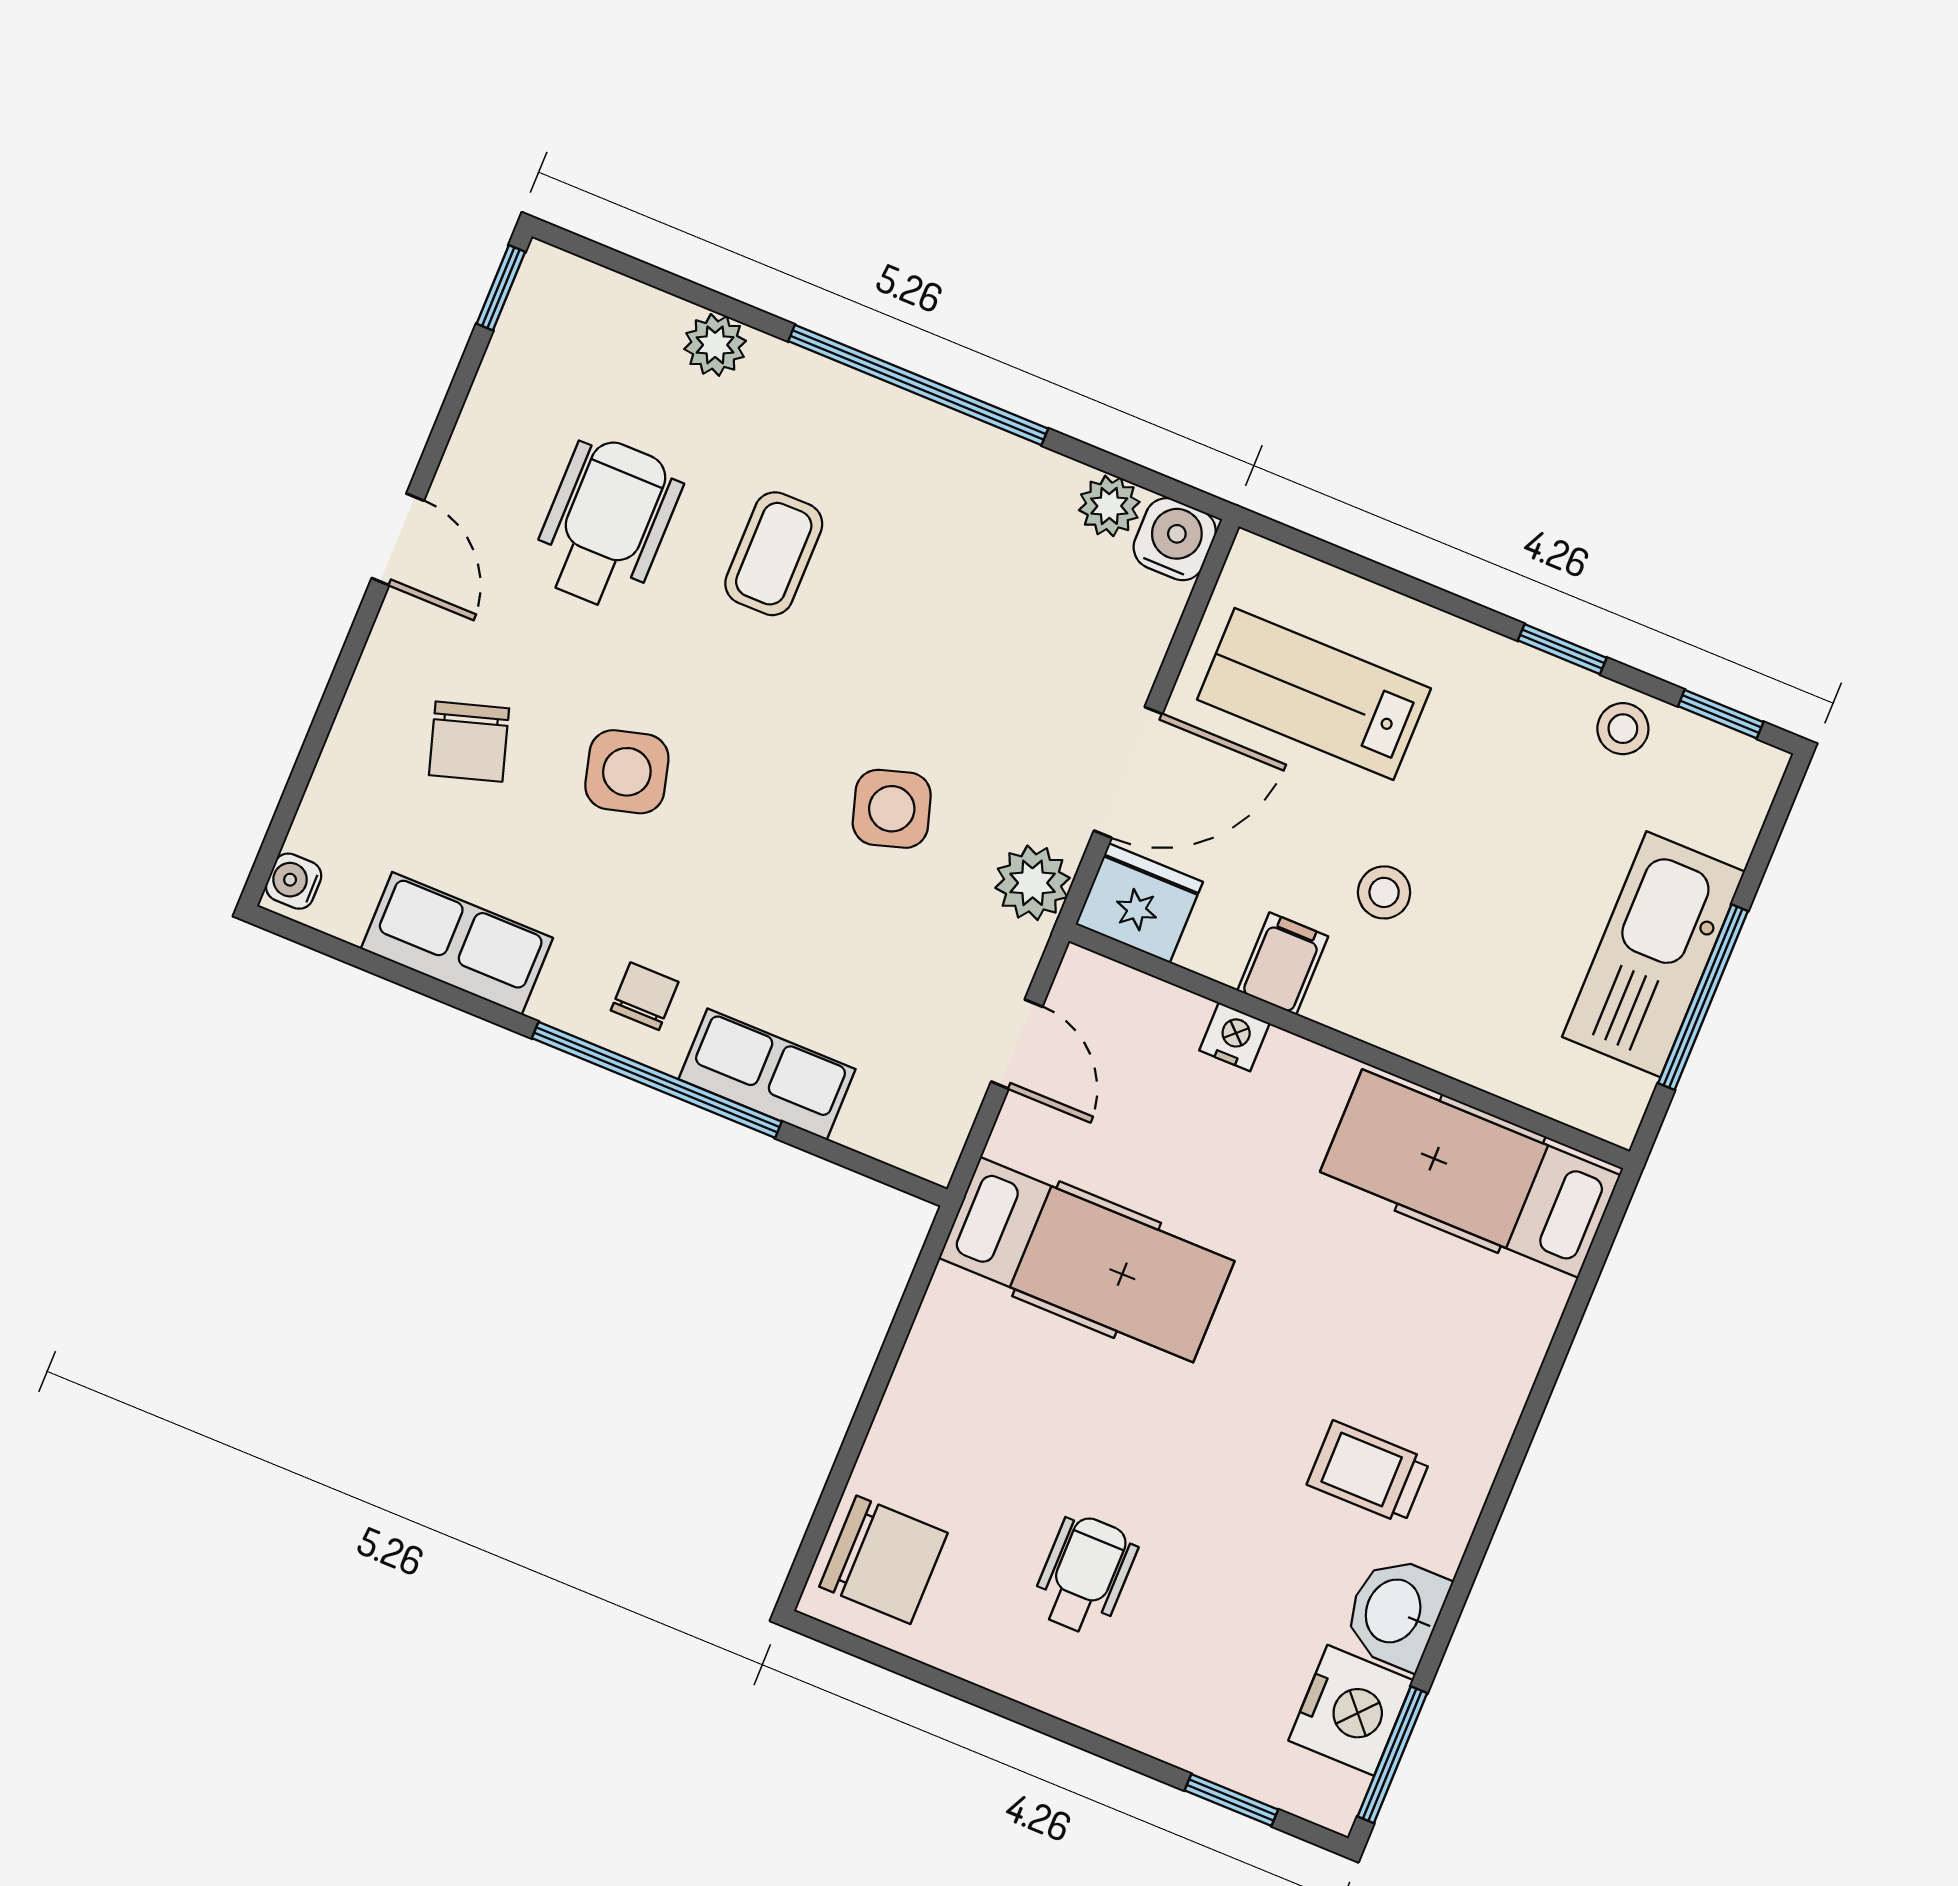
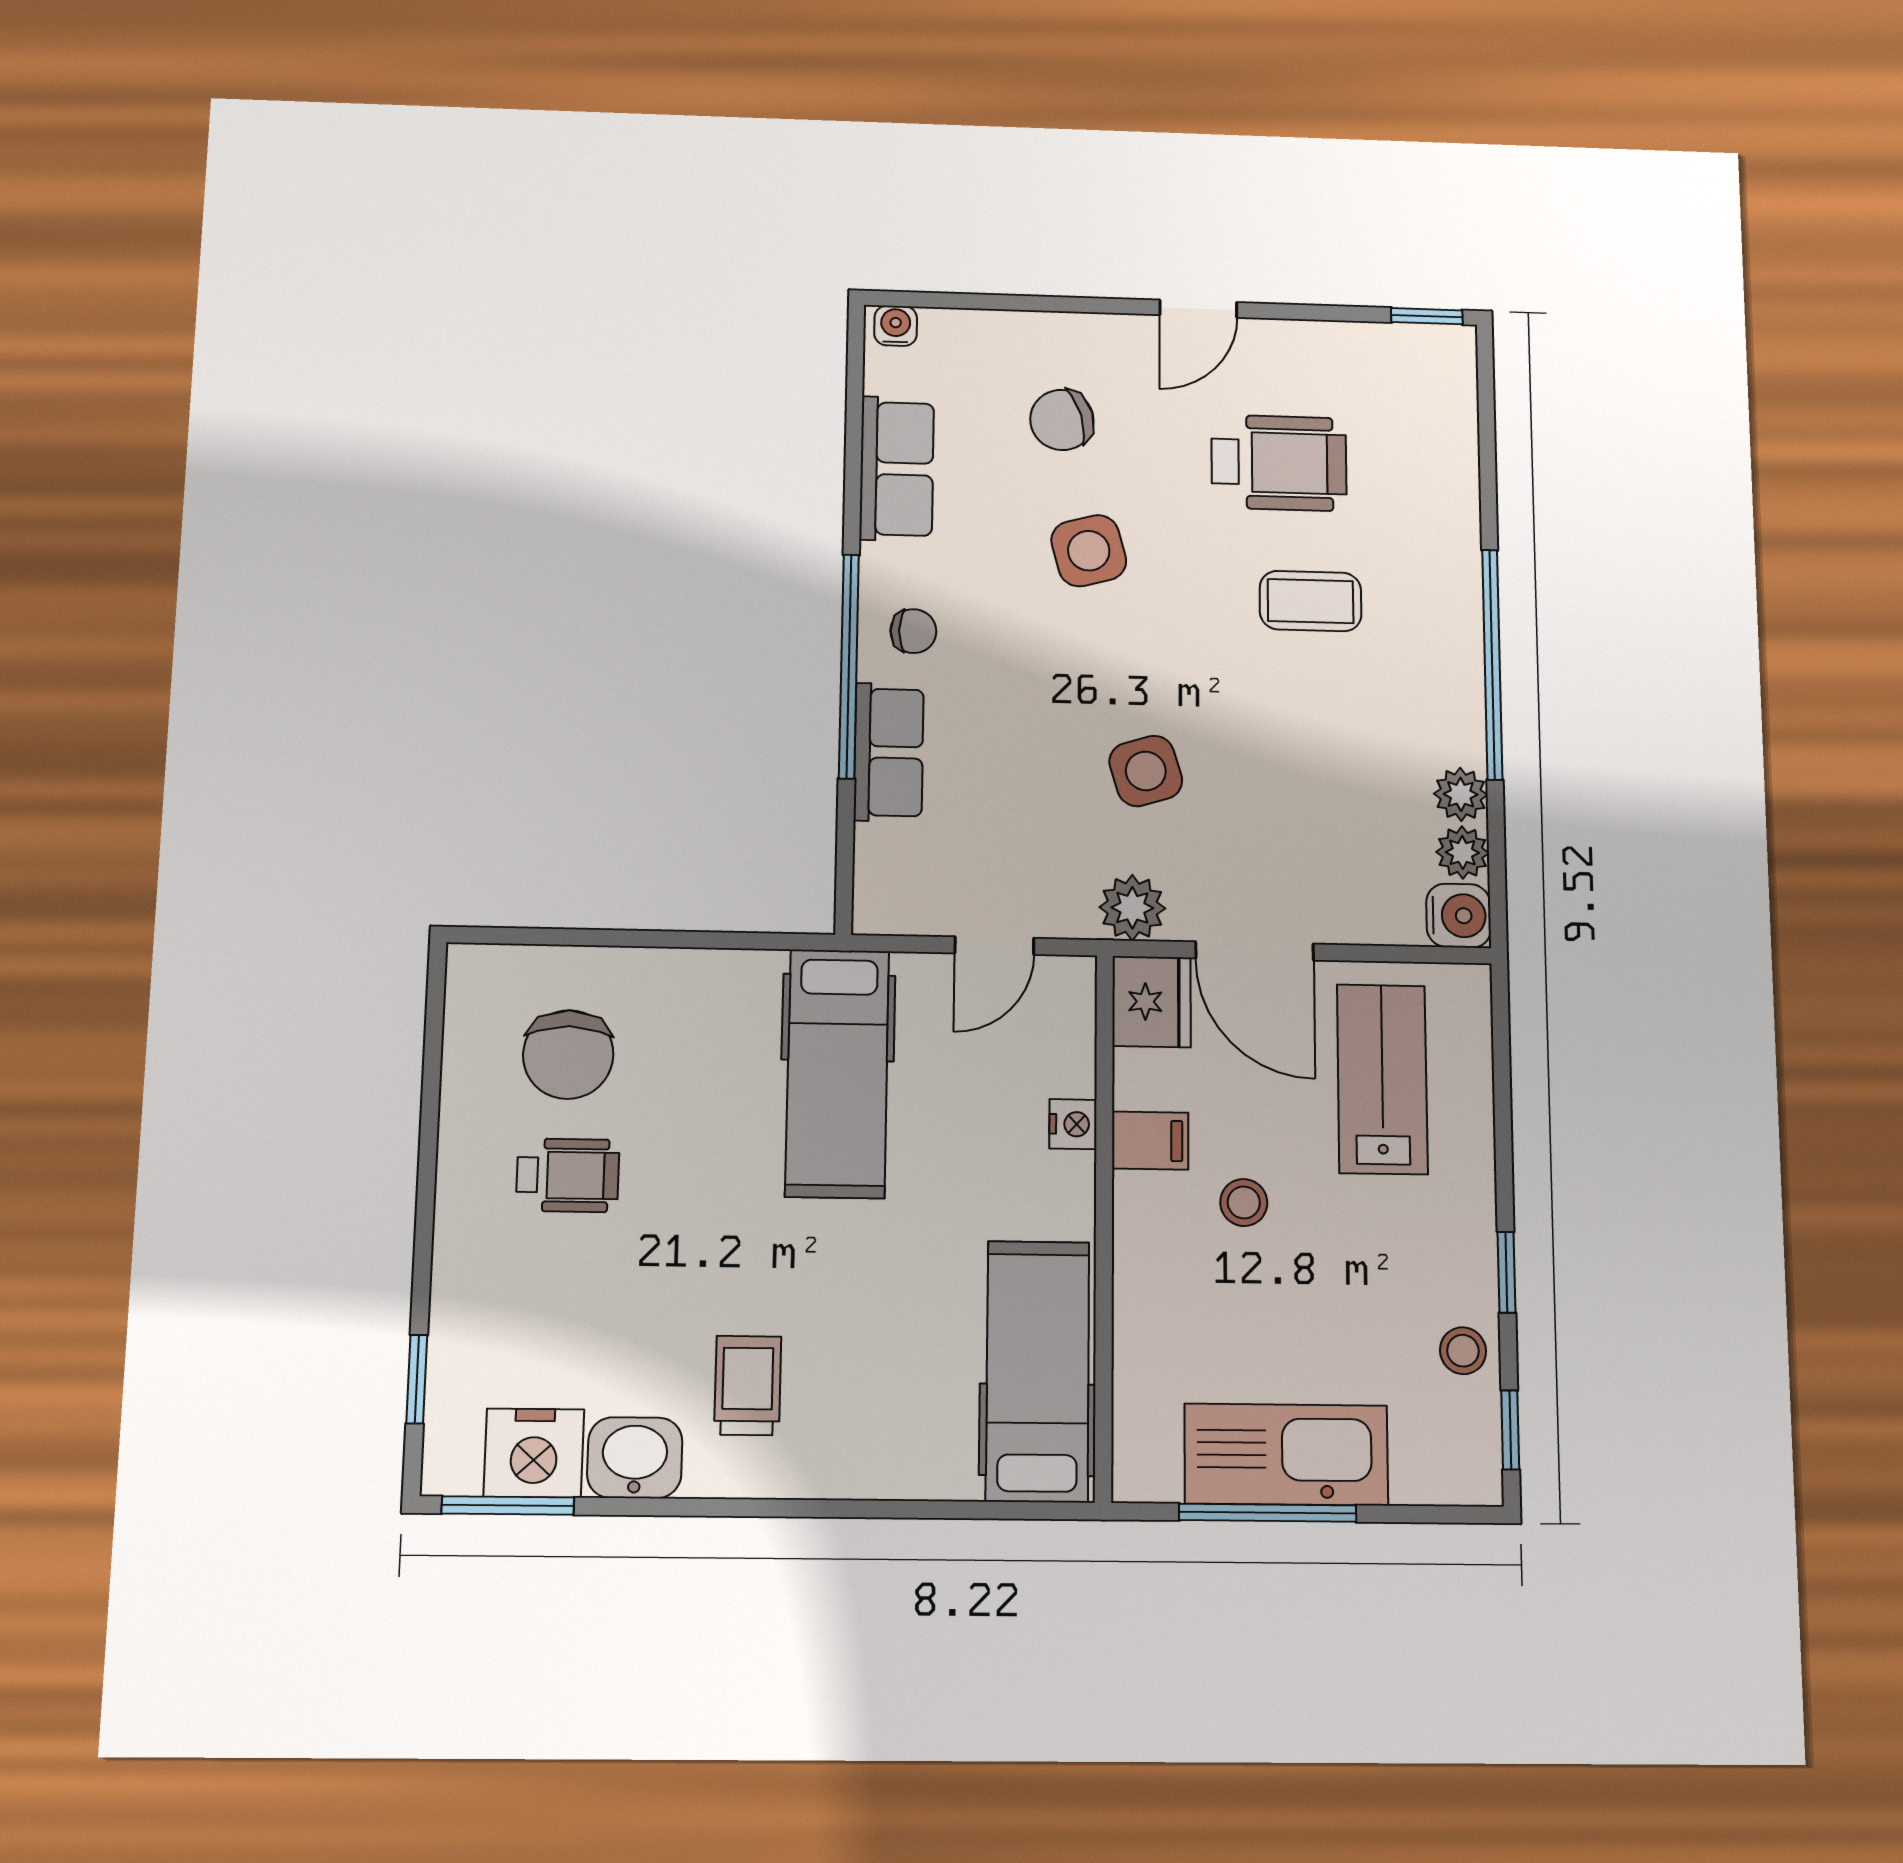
plant: (715, 345) -> (1461, 794), moved
chair: (883, 1560) -> (568, 1055), moved

